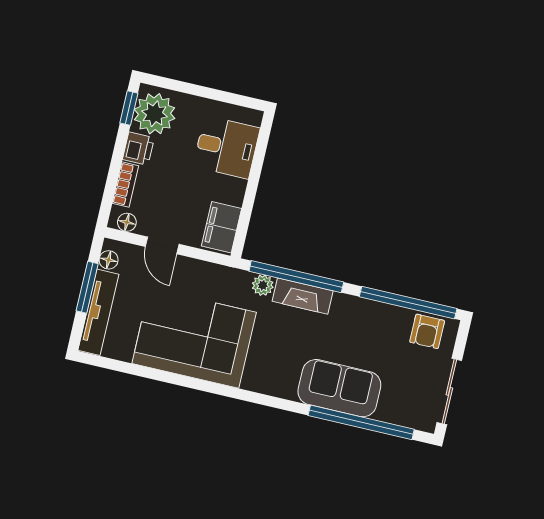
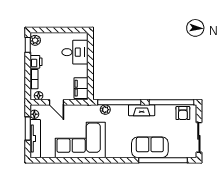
plant: (155, 114) -> (35, 40), width x0.53, depth x0.53
fireplace: (303, 296) -> (142, 110), moved

